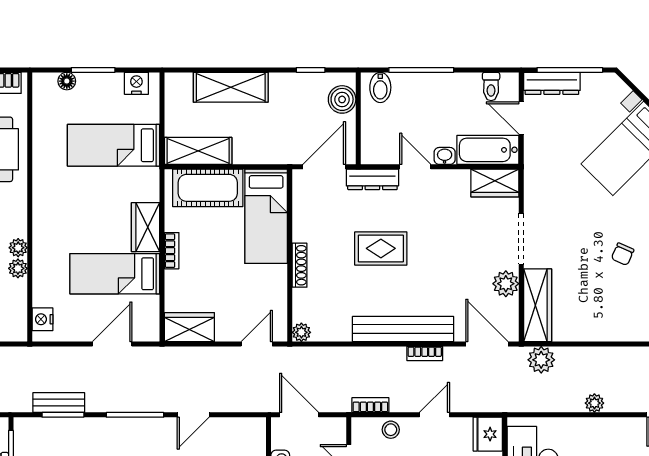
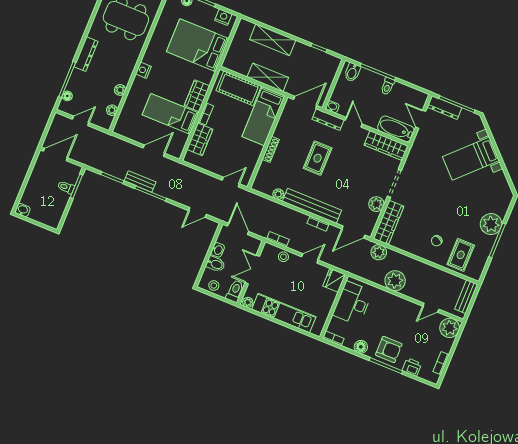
toilet: (491, 87) -> (388, 86), moved
boiler: (342, 99) -> (329, 70), removed
bed: (114, 145) -> (198, 45), width x1.50
shelving: (198, 151) -> (268, 77), moved
washbasin: (445, 156) -> (332, 107), moved
wardrobe: (495, 183) -> (386, 146), width x1.50
plant: (18, 248) -> (112, 110), moved
rug: (381, 248) -> (318, 158), turned 90
chair: (623, 254) -> (437, 241), moved
nightstand: (43, 319) -> (143, 70), moved
wardrobe: (189, 327) -> (200, 139), moved, turned 90
plant: (301, 332) -> (278, 194), moved
door: (487, 344) -> (353, 232), swing flipped
bench: (59, 403) -> (140, 181), moved
plant: (594, 403) -> (395, 281), width x1.87, depth x1.87
door: (193, 415) -> (197, 212), moved

